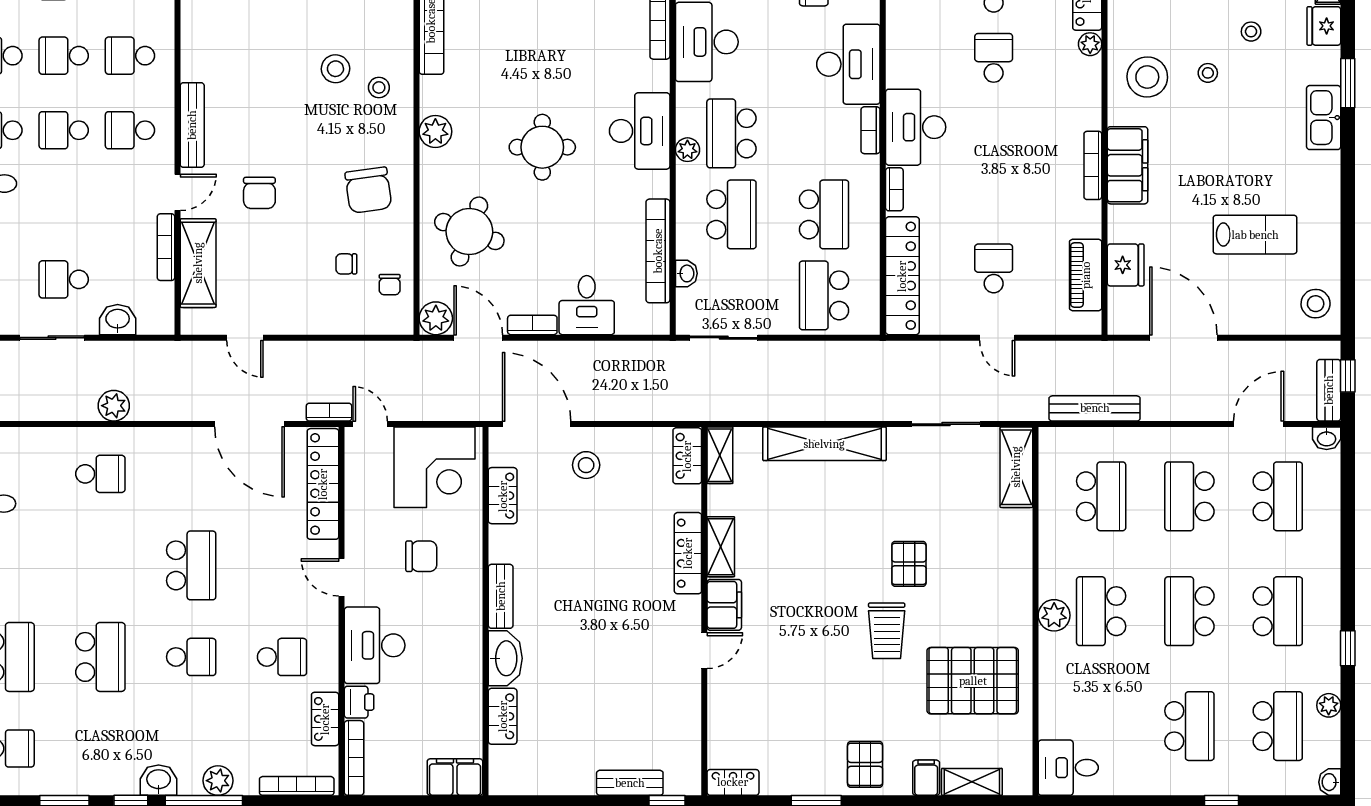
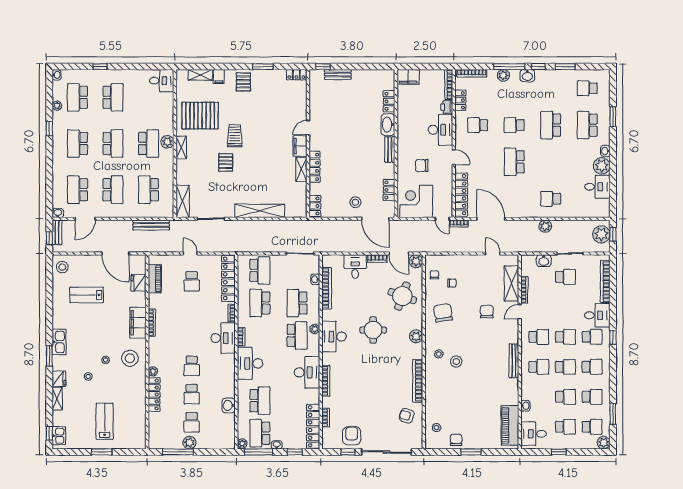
bench: (192, 125) -> (514, 361), moved
shelving: (720, 455) -> (181, 147), moved
school desk: (1189, 726) -> (113, 97), turned 180

